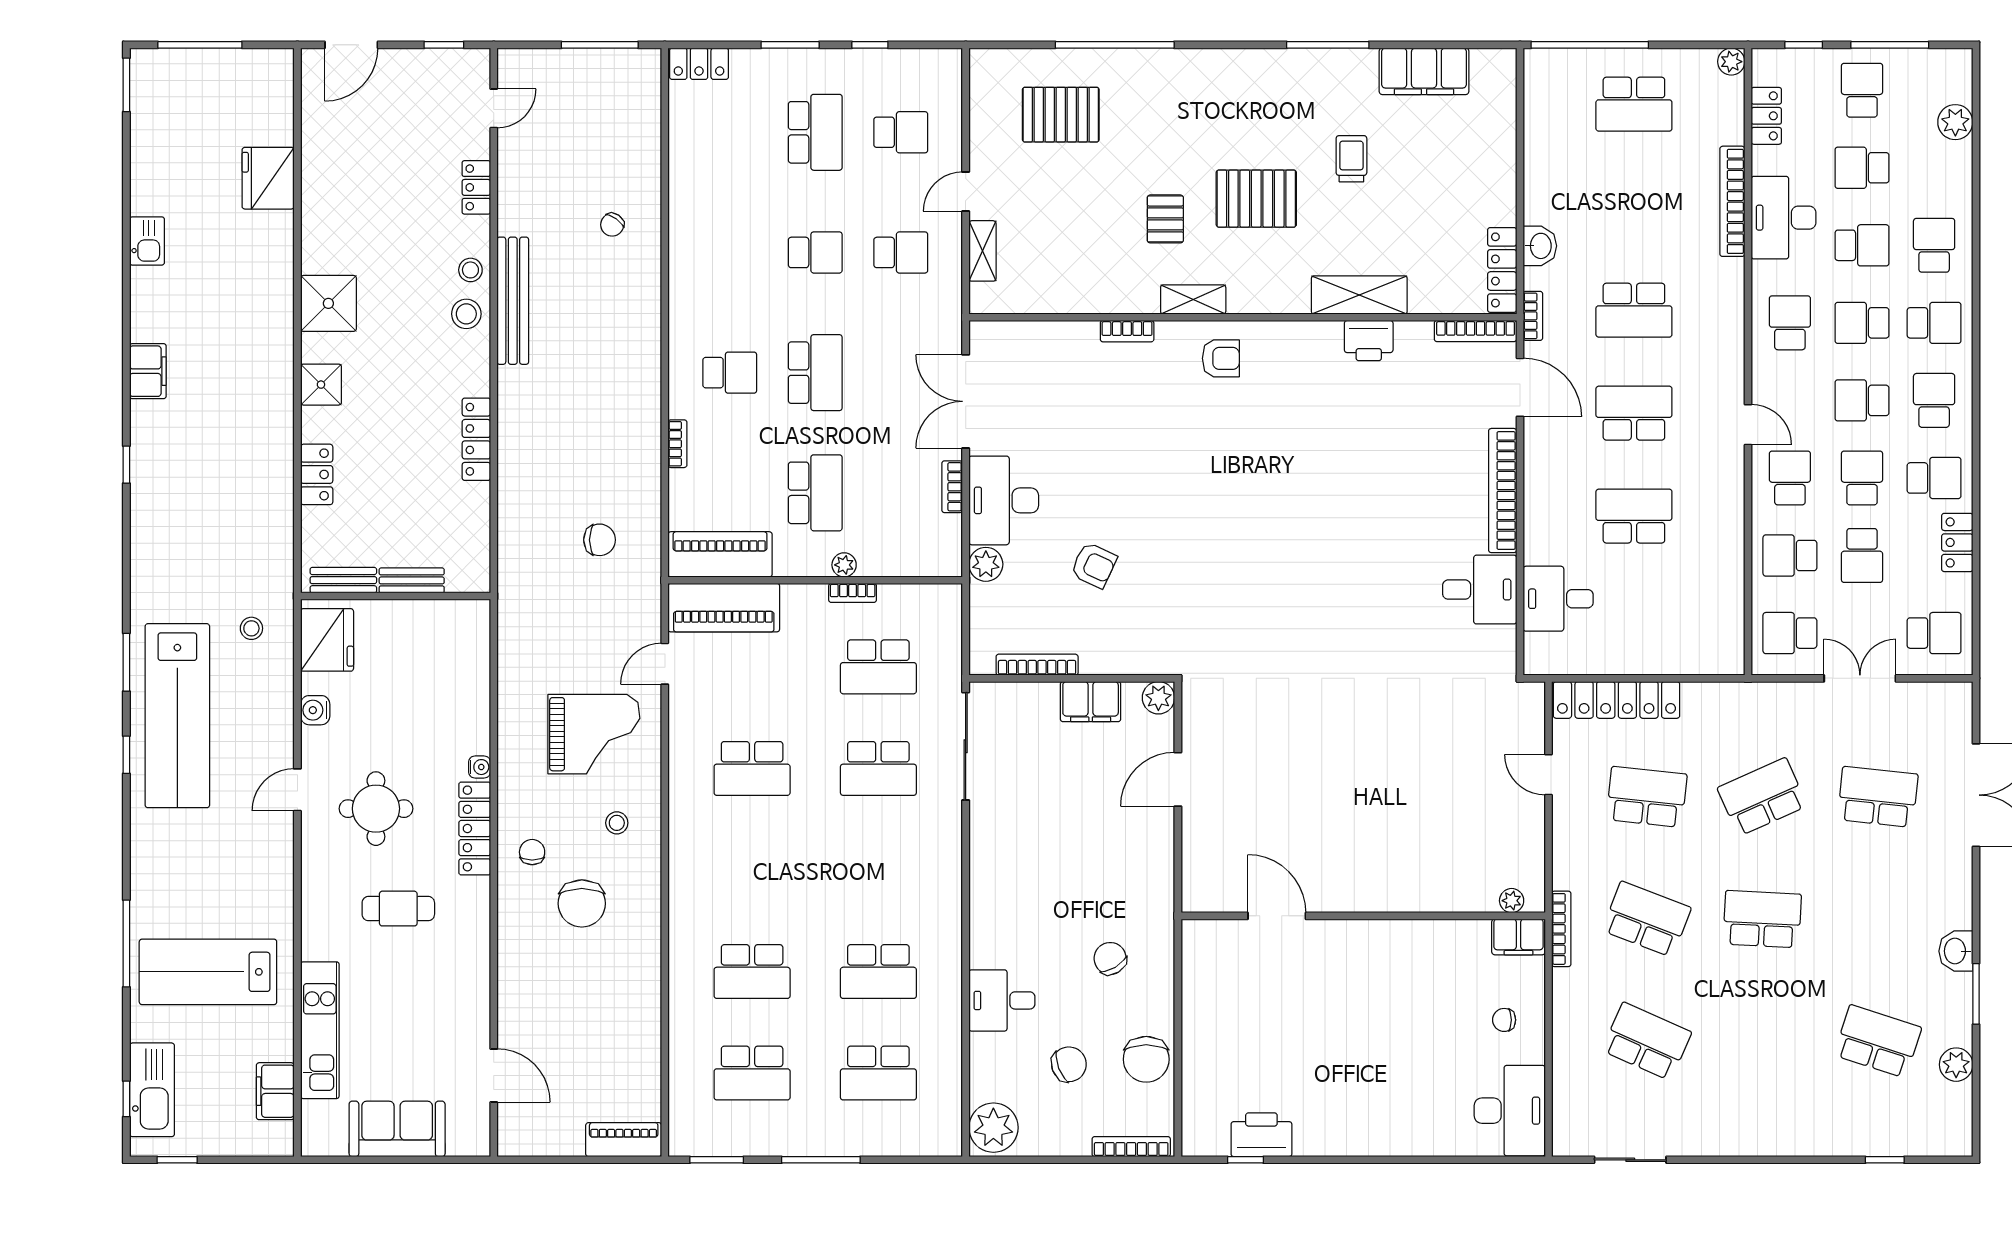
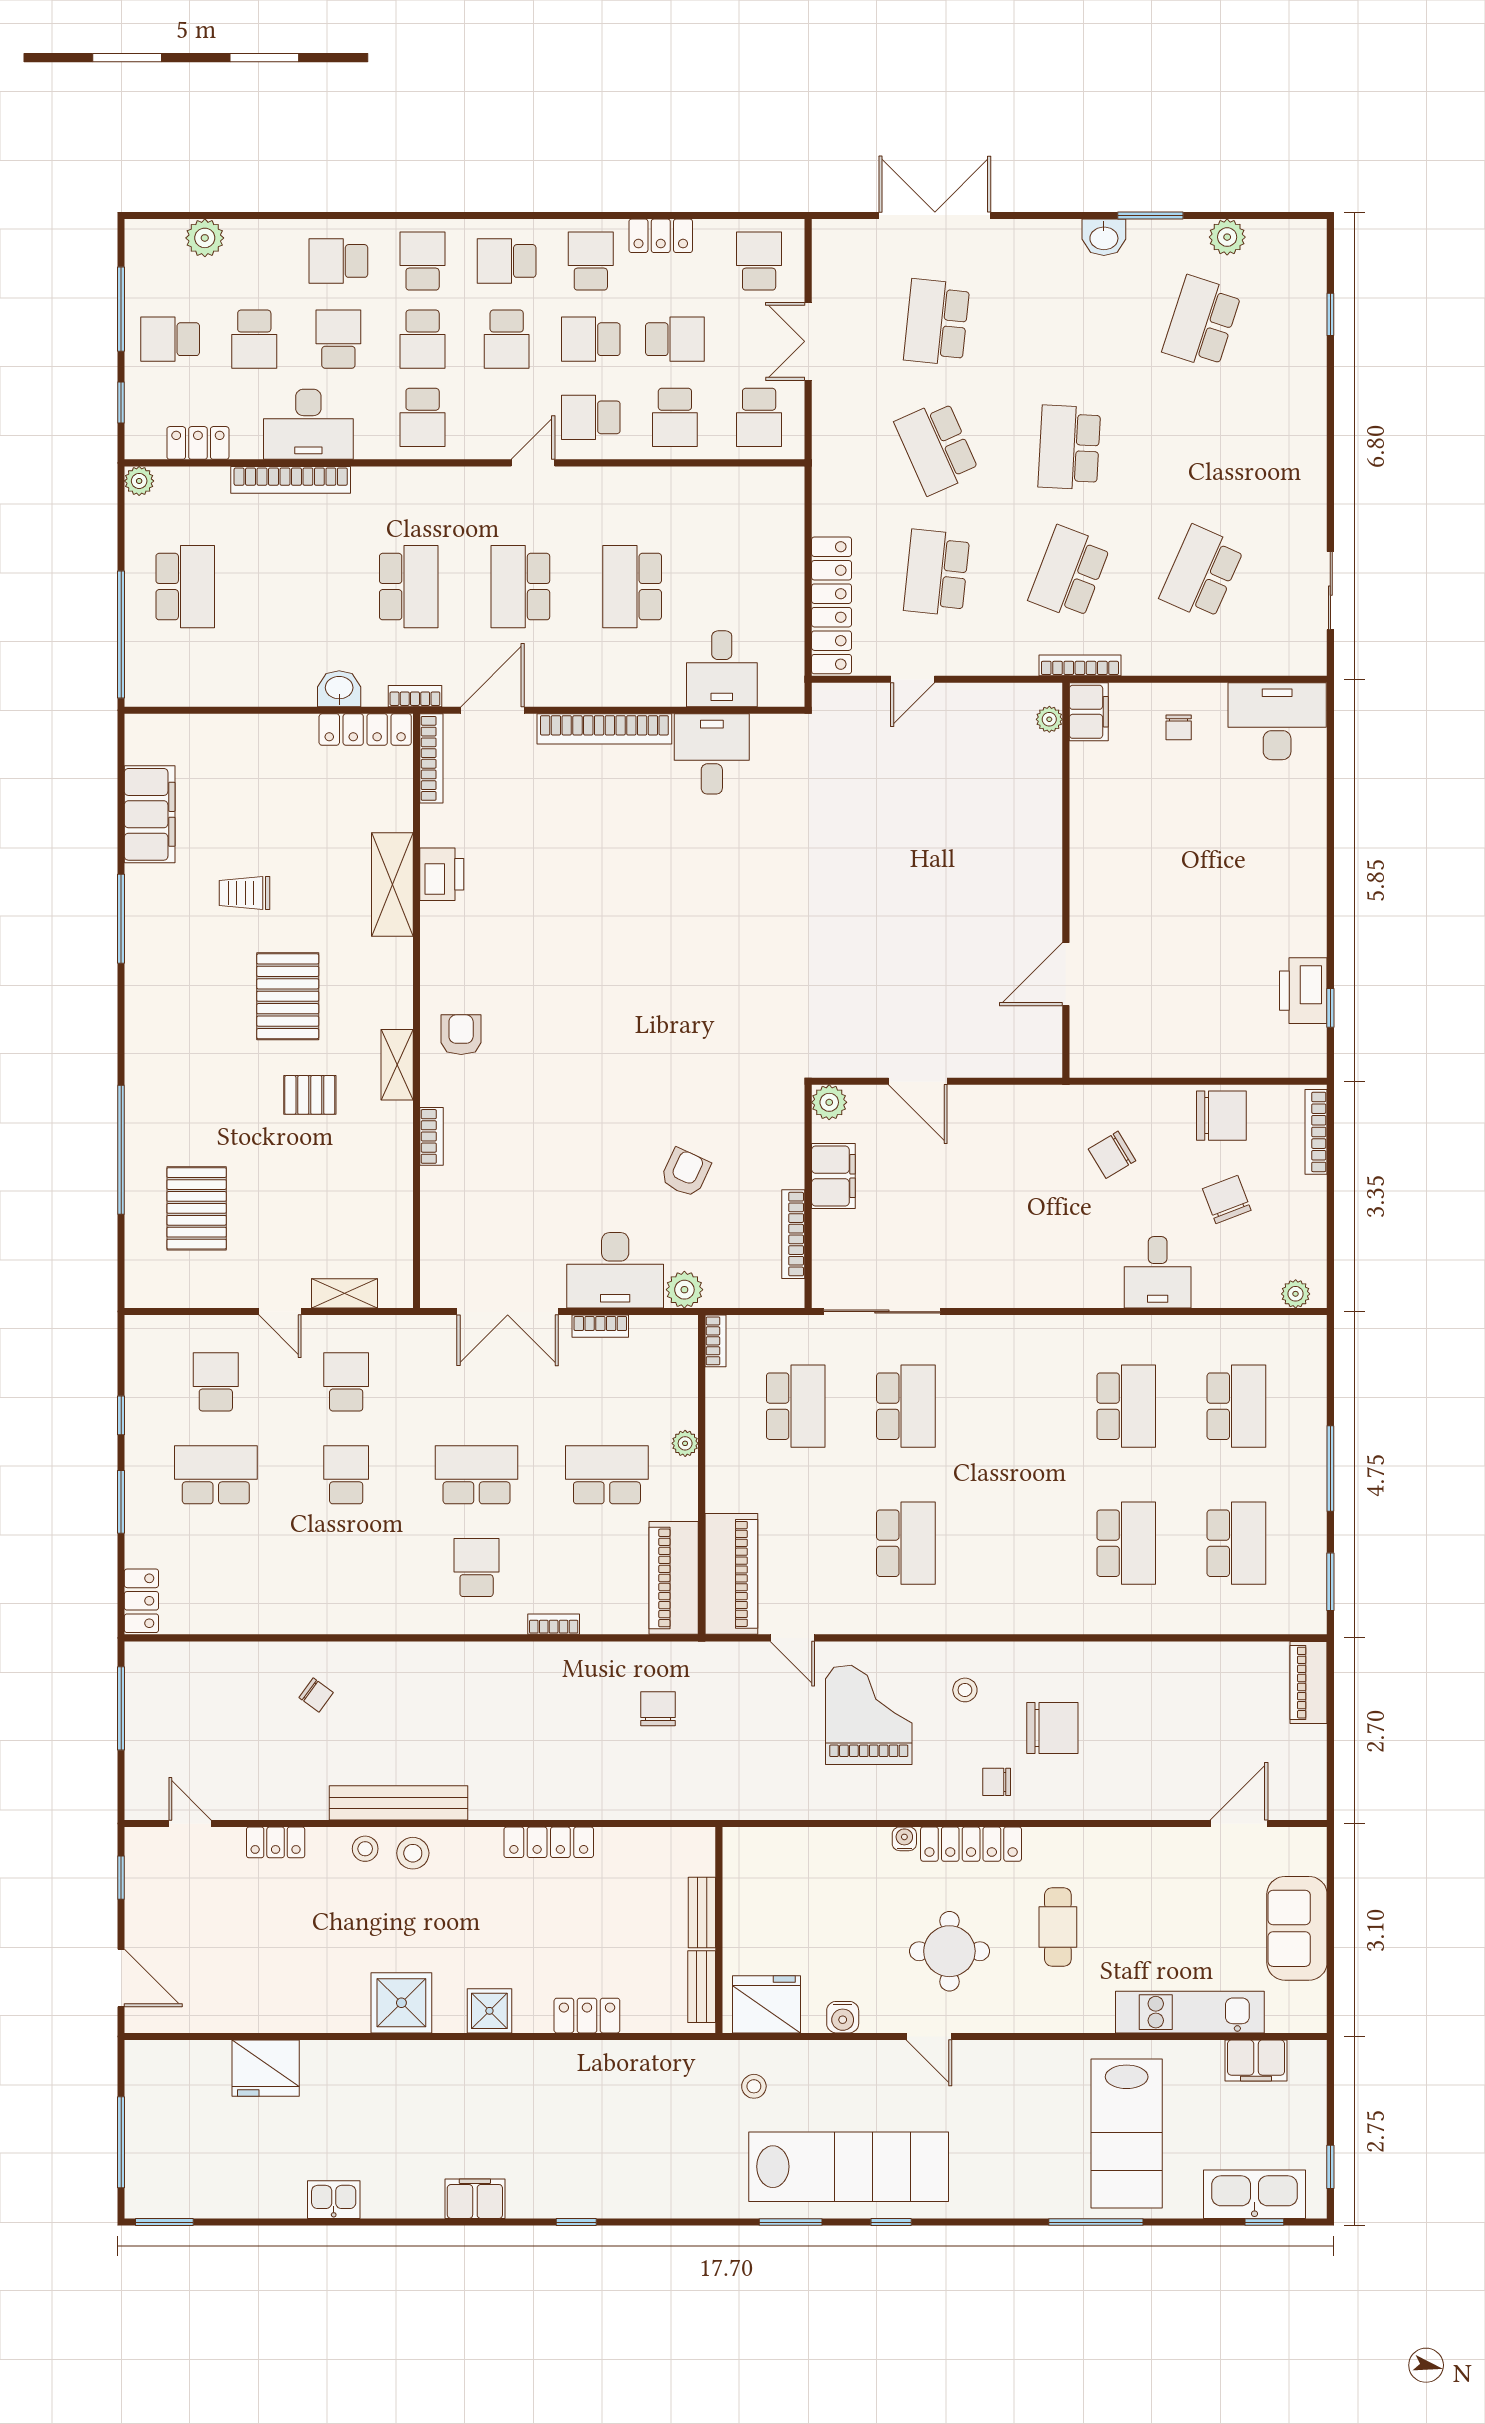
school desk: (1790, 323) -> (423, 417), turned -90
bookcase: (853, 593) -> (715, 1341), moved
plant: (993, 1128) -> (1296, 1294), width x0.53, depth x0.53

